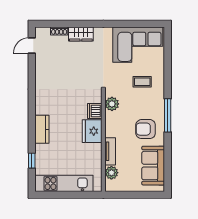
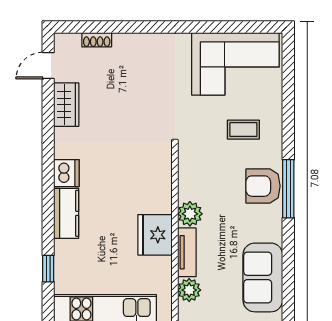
wardrobe: (81, 34) -> (66, 105), moved, turned -90
plant: (112, 104) -> (190, 214), moved
dishwasher: (95, 111) -> (66, 173), moved, turned 180
armchair: (146, 129) -> (263, 186), moved
fridge: (92, 131) -> (155, 235), moved

